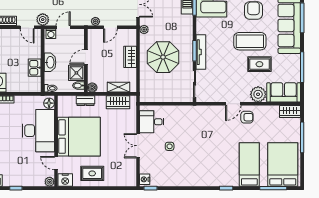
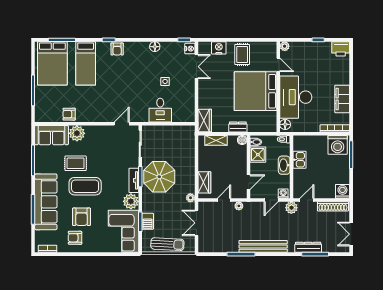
plant: (204, 26) -> (131, 201), added
door: (27, 27) -> (307, 200), hinge flipped
tv unit: (201, 52) -> (134, 180), width x0.71
door: (86, 57) -> (248, 182), moved
wardrobe: (130, 57) -> (204, 182), moved
parasol: (163, 57) -> (159, 177), moved
dresser: (85, 101) -> (238, 127), moved
wardrobe: (118, 102) -> (205, 120), moved, turned 90
door: (233, 104) -> (122, 124), moved
wardrobe: (290, 112) -> (45, 116), removed
armchair: (247, 117) -> (69, 114), moved
desk: (152, 122) -> (160, 110), moved, turned 90
double door: (138, 146) -> (197, 67), moved
rug: (92, 173) -> (242, 54), turned 90
armchair: (218, 179) -> (117, 49), added
nightstand: (65, 180) -> (219, 48), moved
floor lamp: (180, 181) -> (155, 47), added

